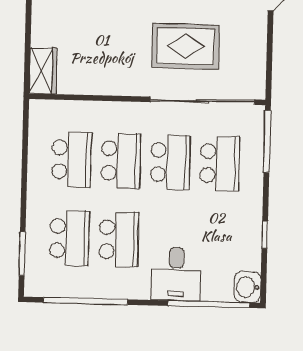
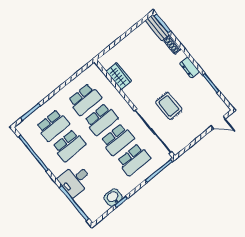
rug: (186, 46) -> (169, 106), width x0.73, depth x0.70
wardrobe: (43, 71) -> (119, 76), moved, turned -90
washbasin: (248, 287) -> (113, 197), moved

